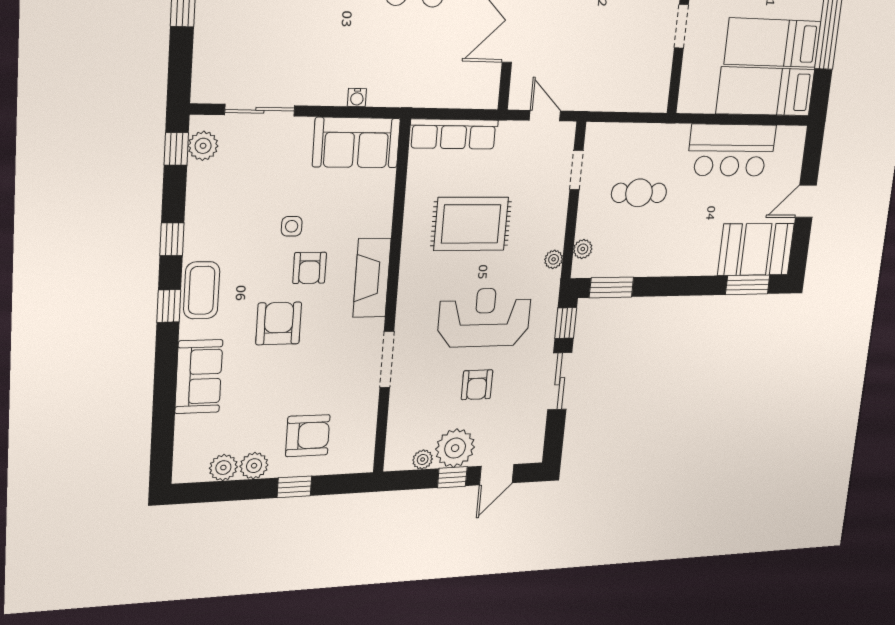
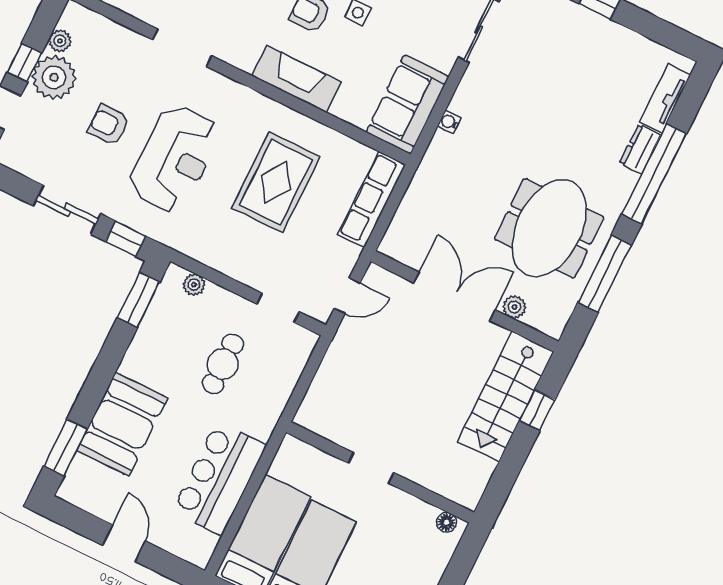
booth: (756, 249) -> (122, 424), moved
plant: (554, 259) -> (198, 251), removed
fireplace: (372, 278) -> (296, 79), moved

